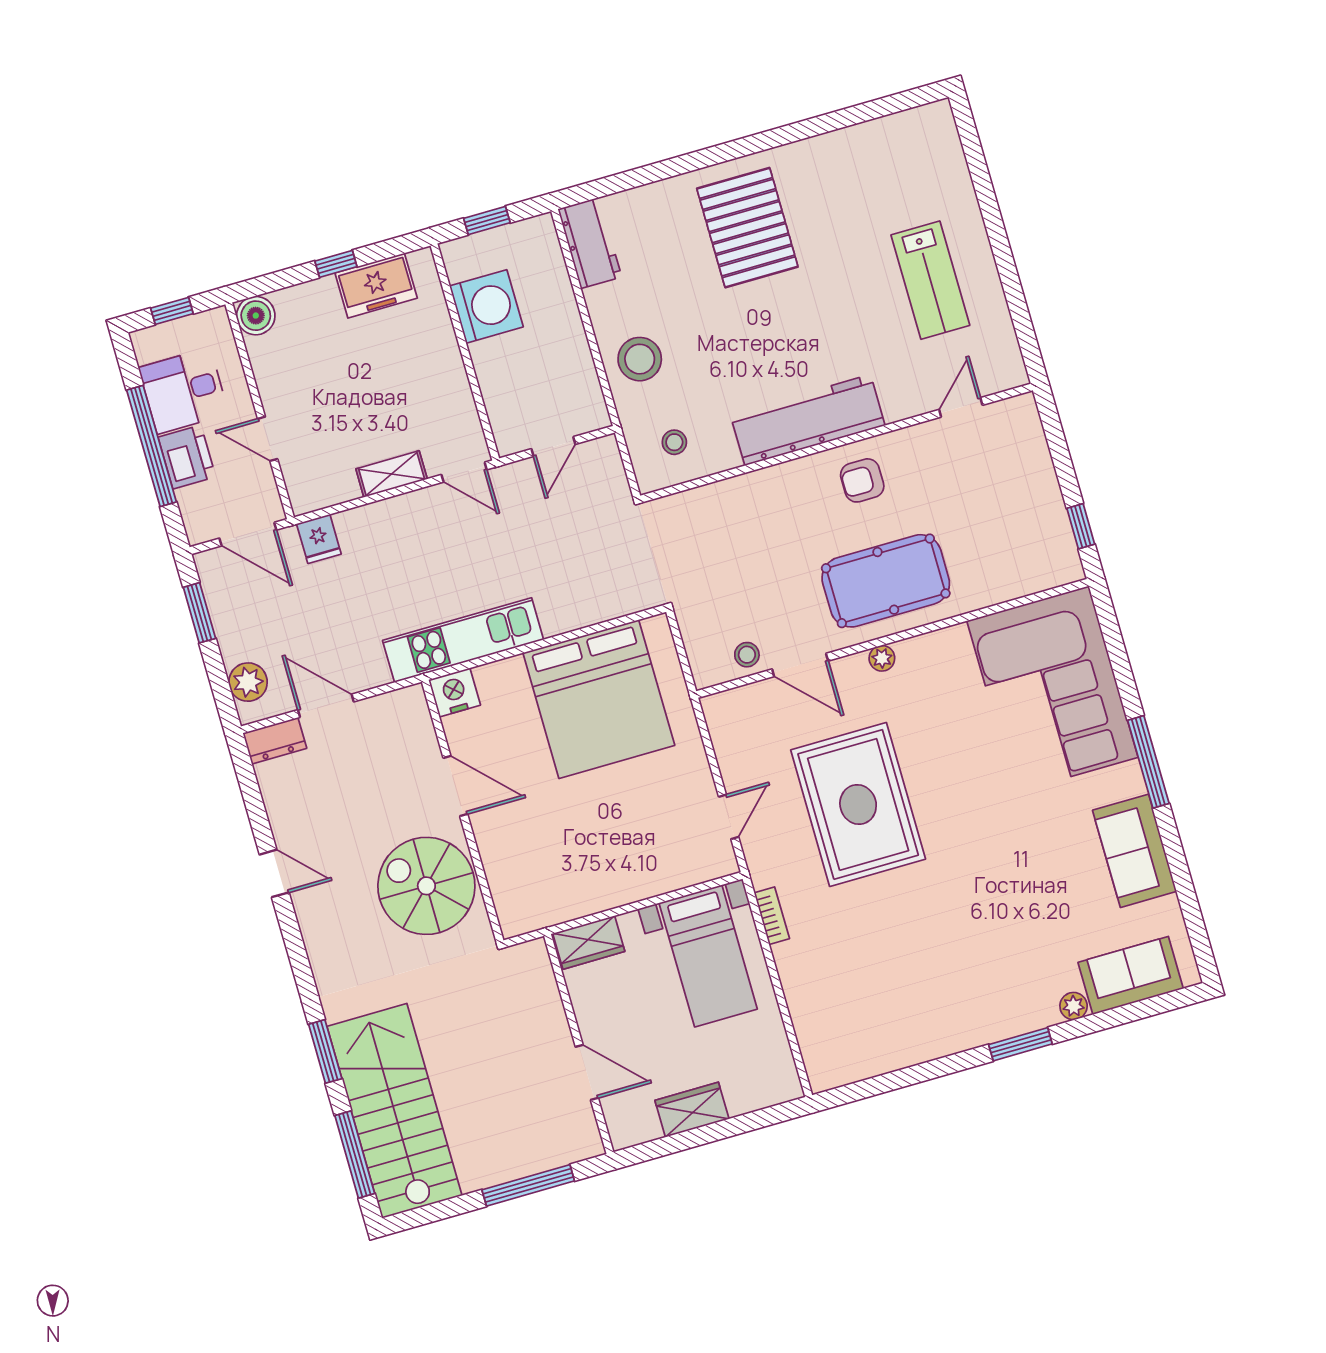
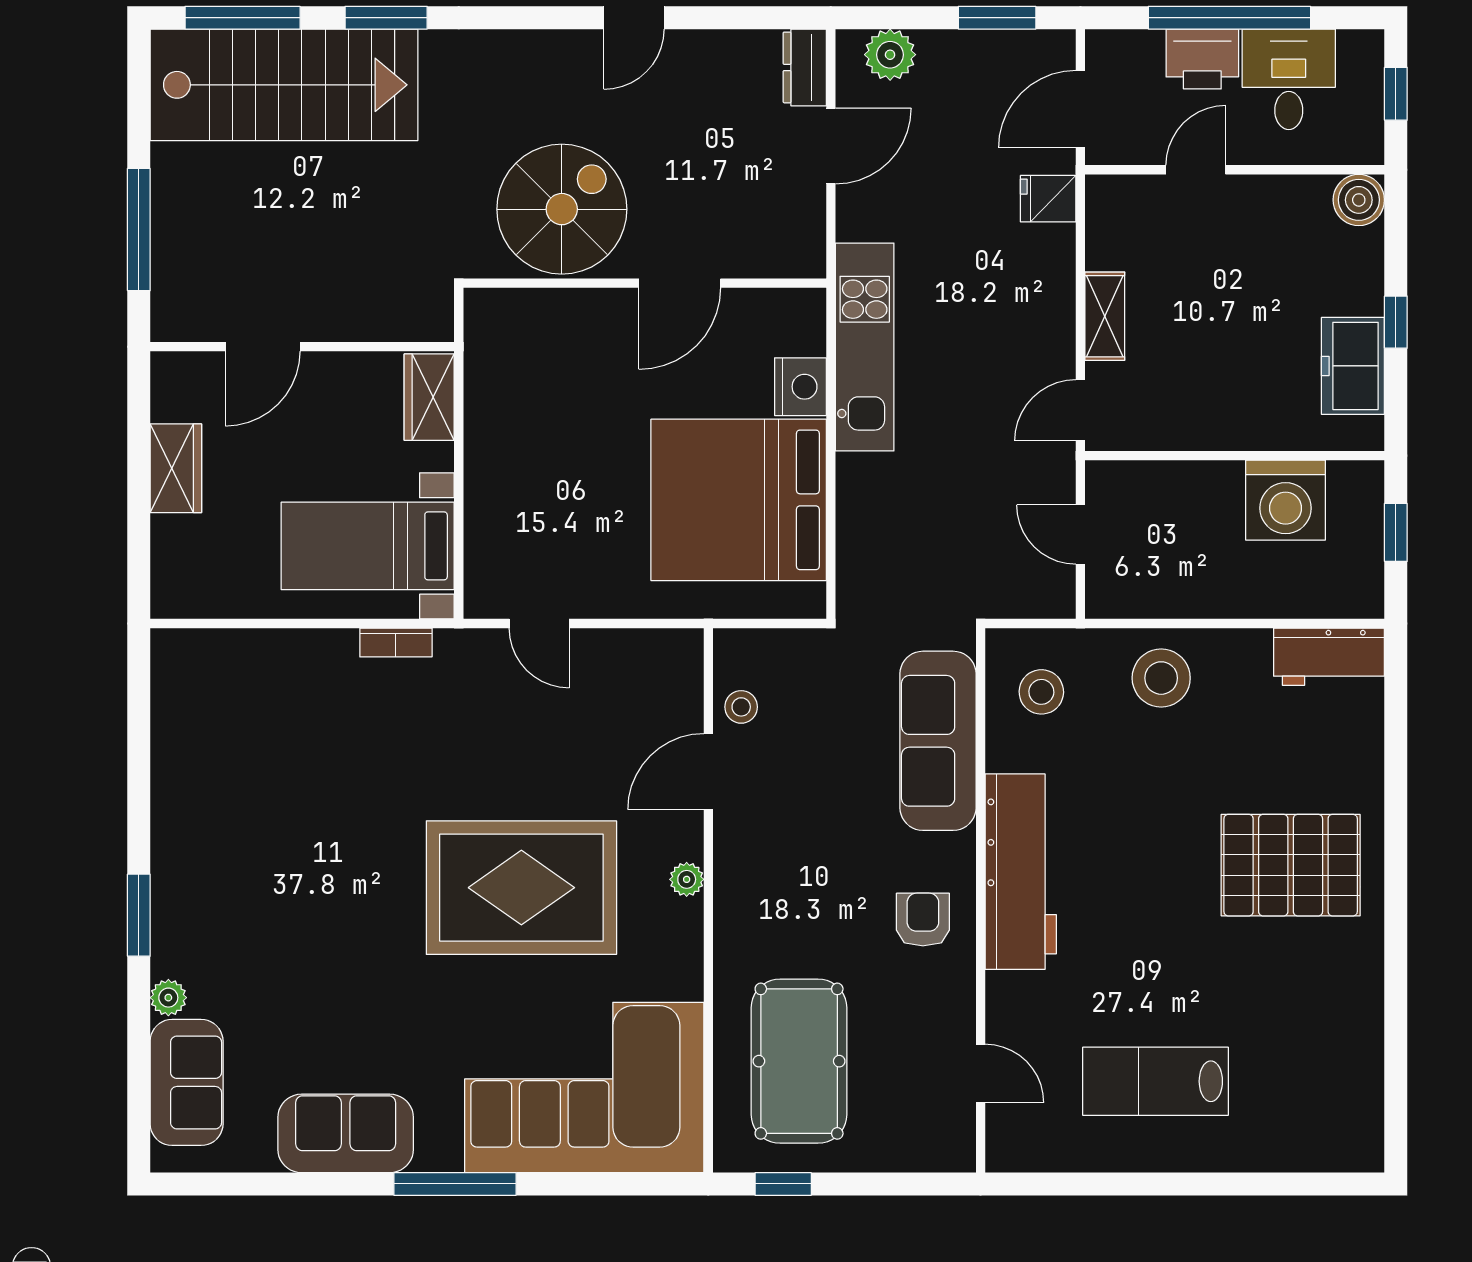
stool: (674, 442) -> (1041, 692), width x1.37, depth x1.37
sofa: (731, 506) -> (938, 741), added
pool table: (886, 581) -> (799, 1061), moved
nightstand: (454, 692) -> (800, 387), moved
rug: (858, 804) -> (521, 888), moved

